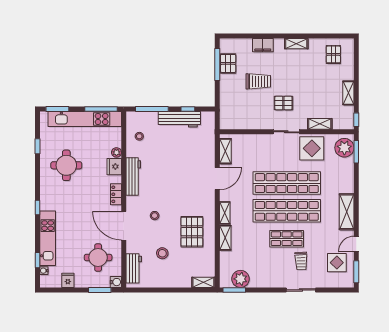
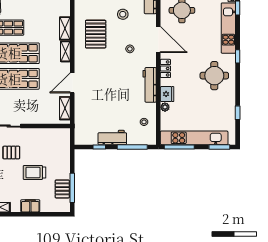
workbench: (179, 119) -> (112, 138), width x0.73
round table: (66, 165) -> (214, 76), moved

